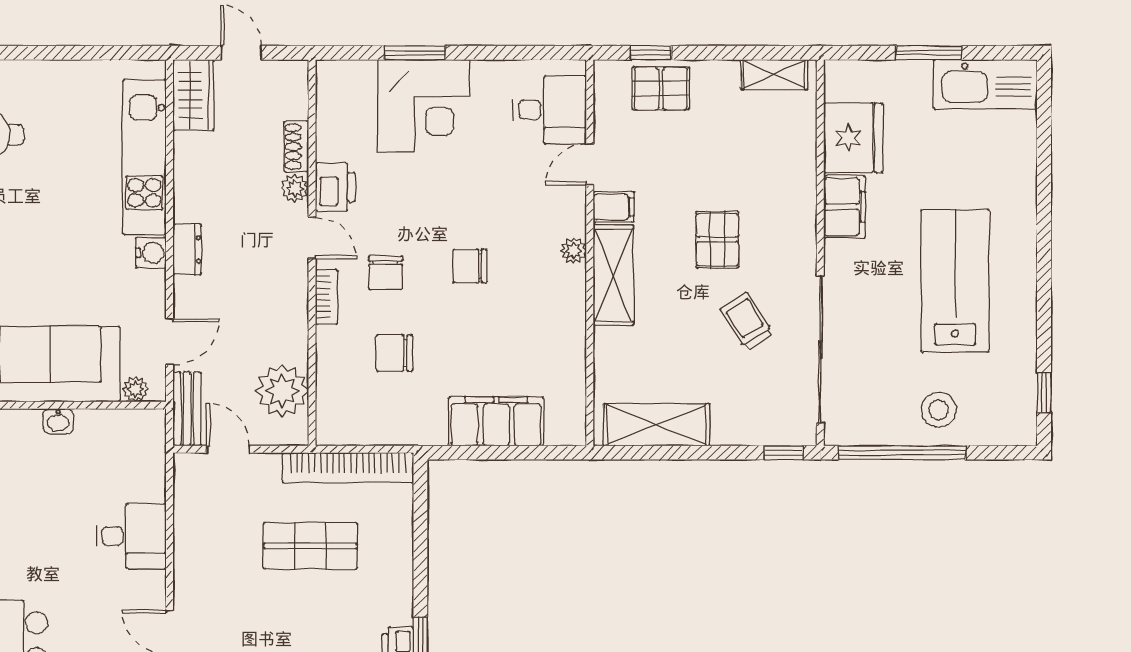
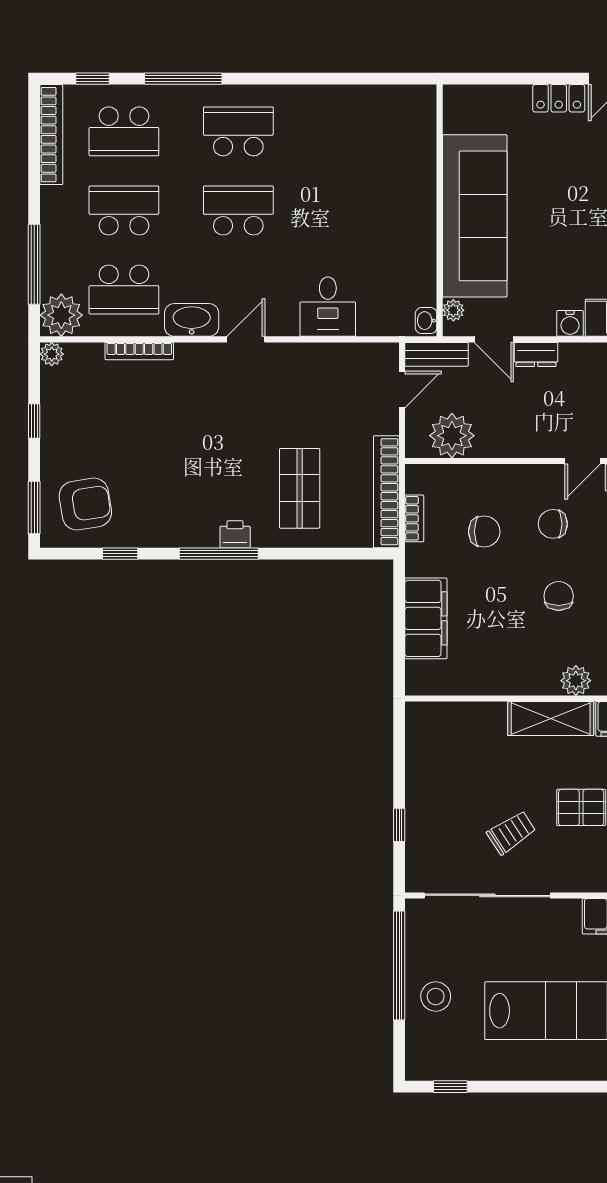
dresser: (187, 249) -> (536, 354), moved
plant: (574, 251) -> (576, 681), width x1.38, depth x1.38
bookcase: (326, 297) -> (414, 518), moved, turned -90
chair: (394, 353) -> (484, 531), turned 90
washbasin: (58, 421) -> (426, 321), moved
shelving: (657, 425) -> (423, 756), removed
window: (784, 453) -> (399, 825), moved
shop shelf: (310, 546) -> (300, 488), moved

